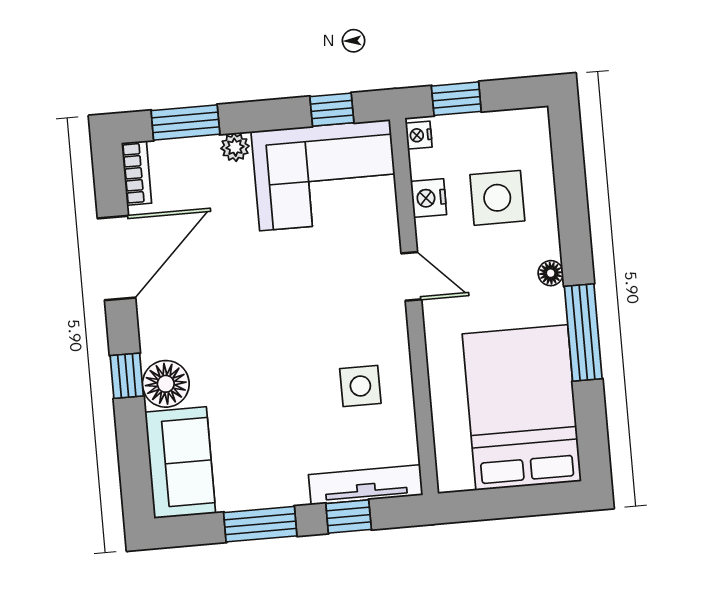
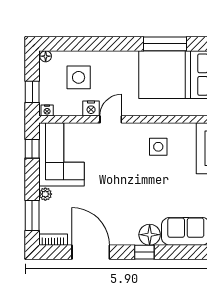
nightstand: (429, 198) -> (91, 108), moved
floor lamp: (551, 273) -> (46, 56), moved
window: (583, 333) -> (165, 44), moved

